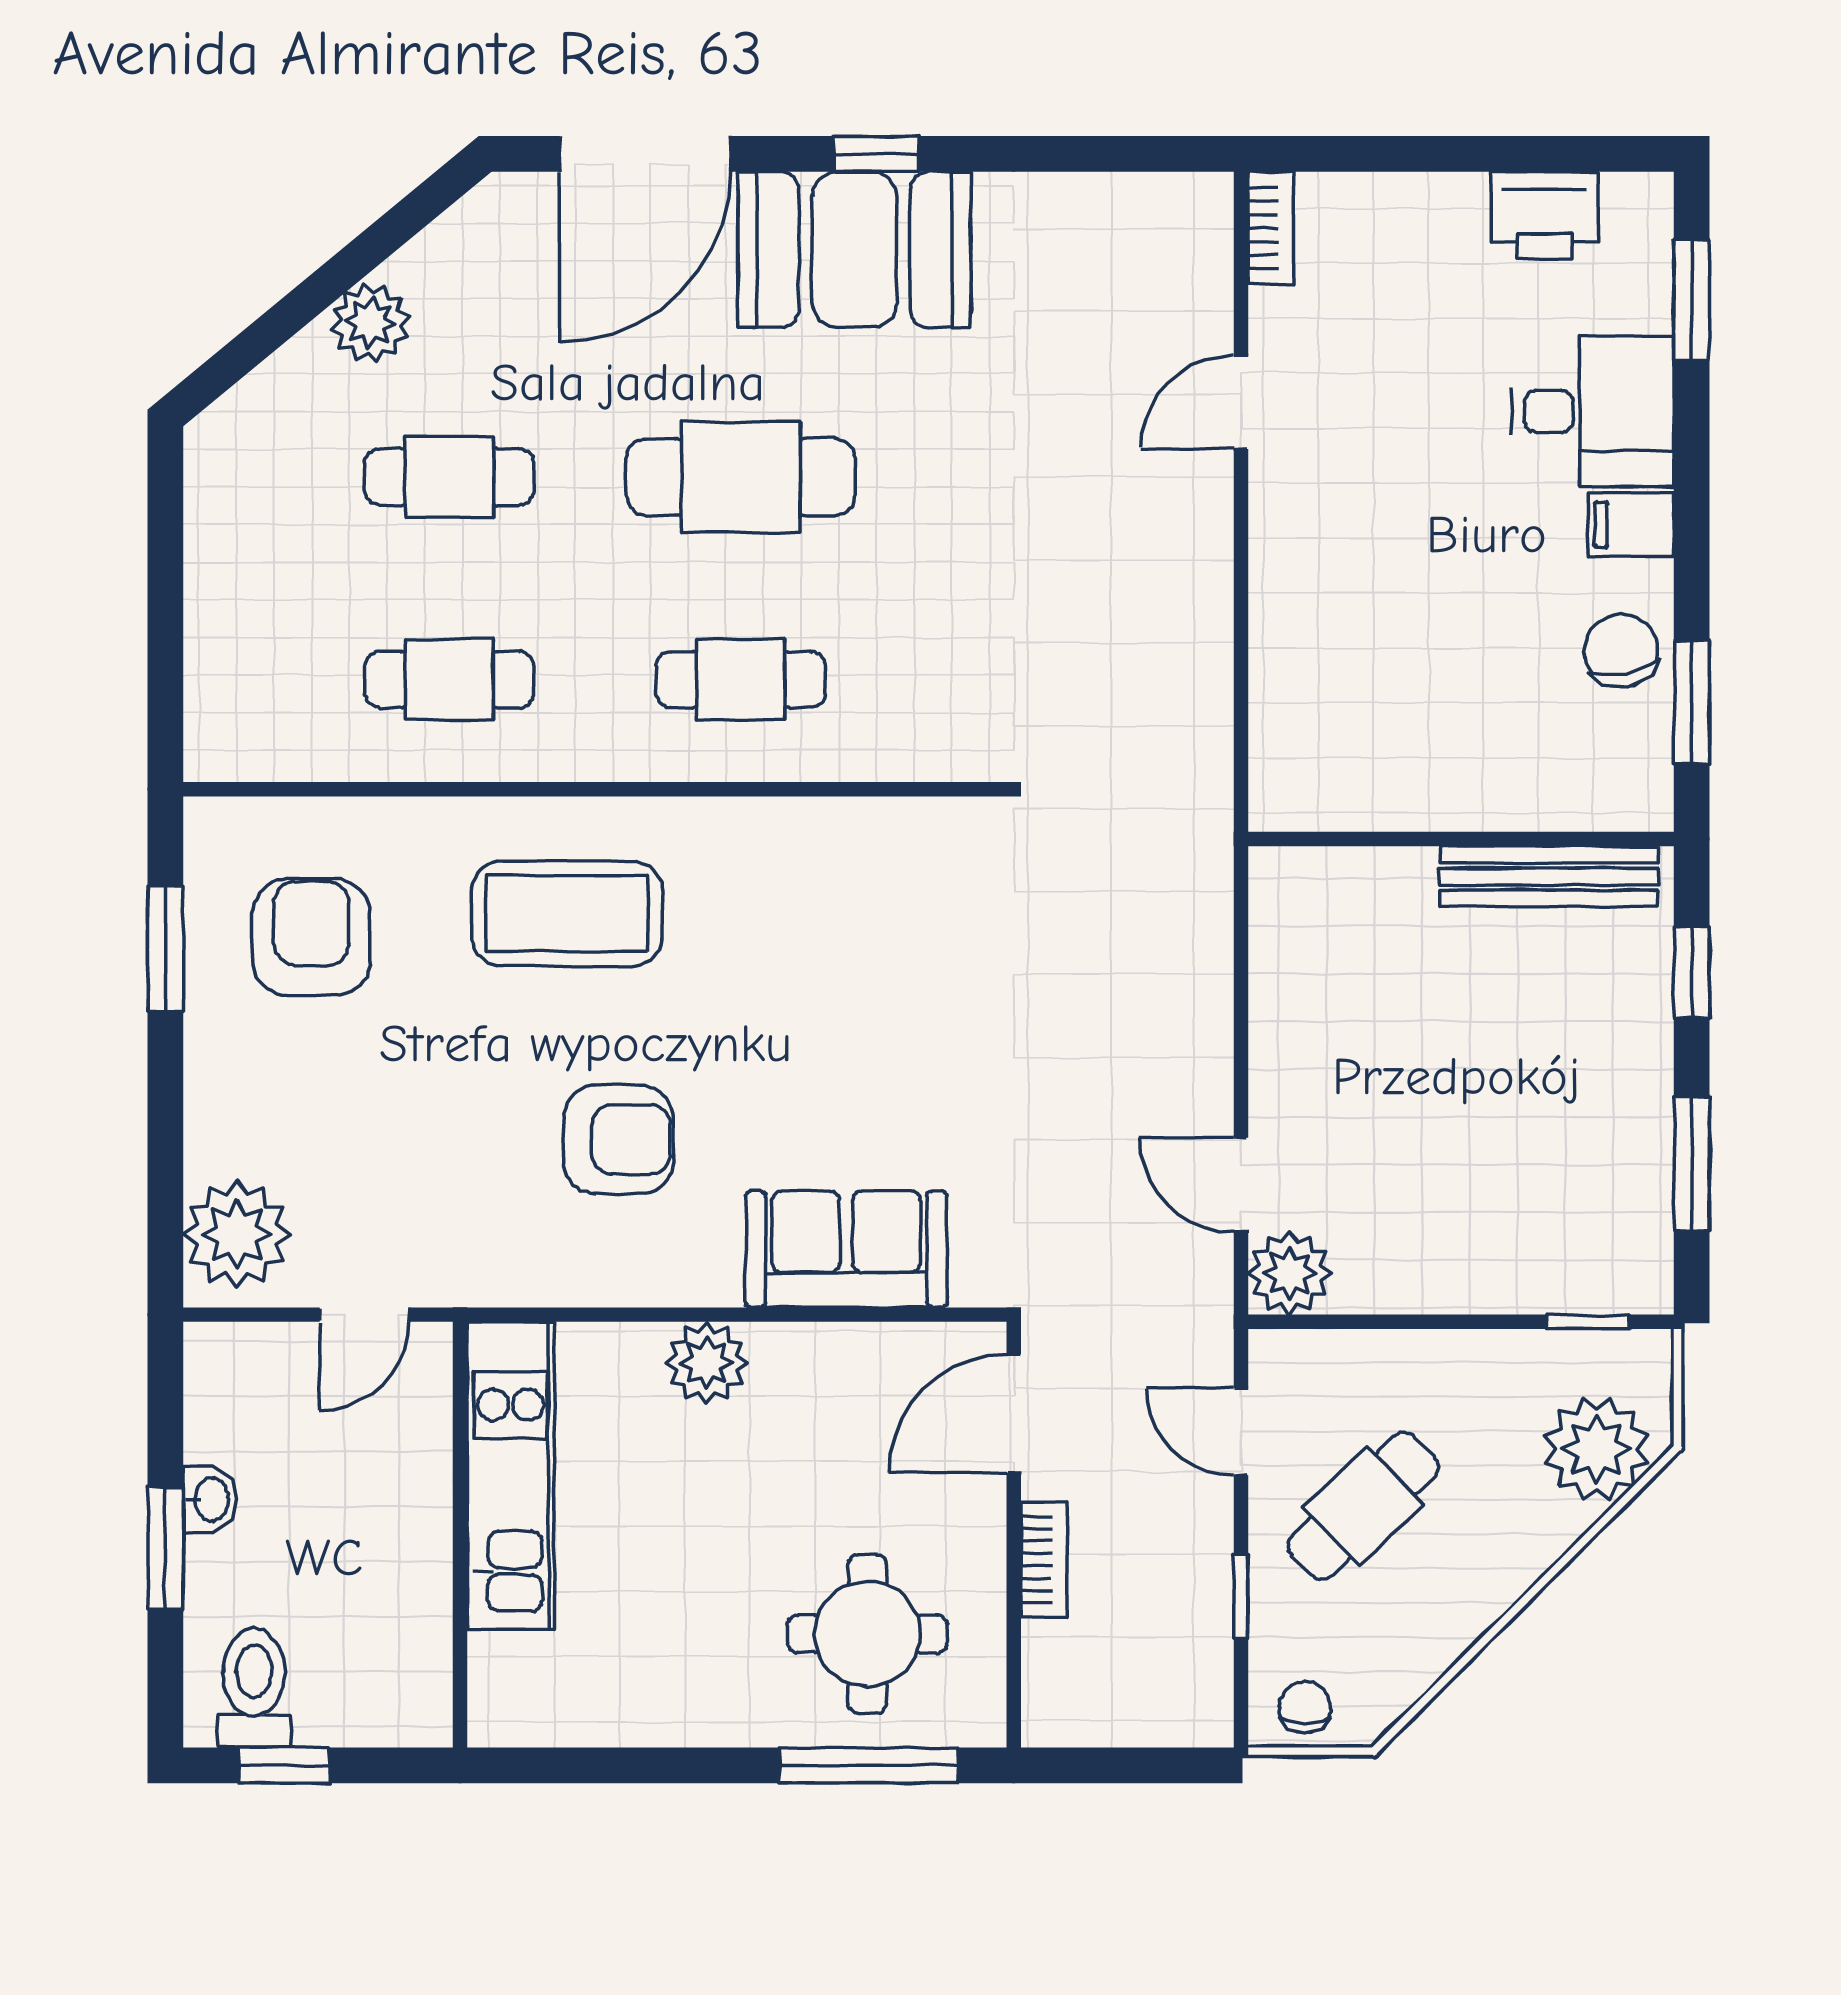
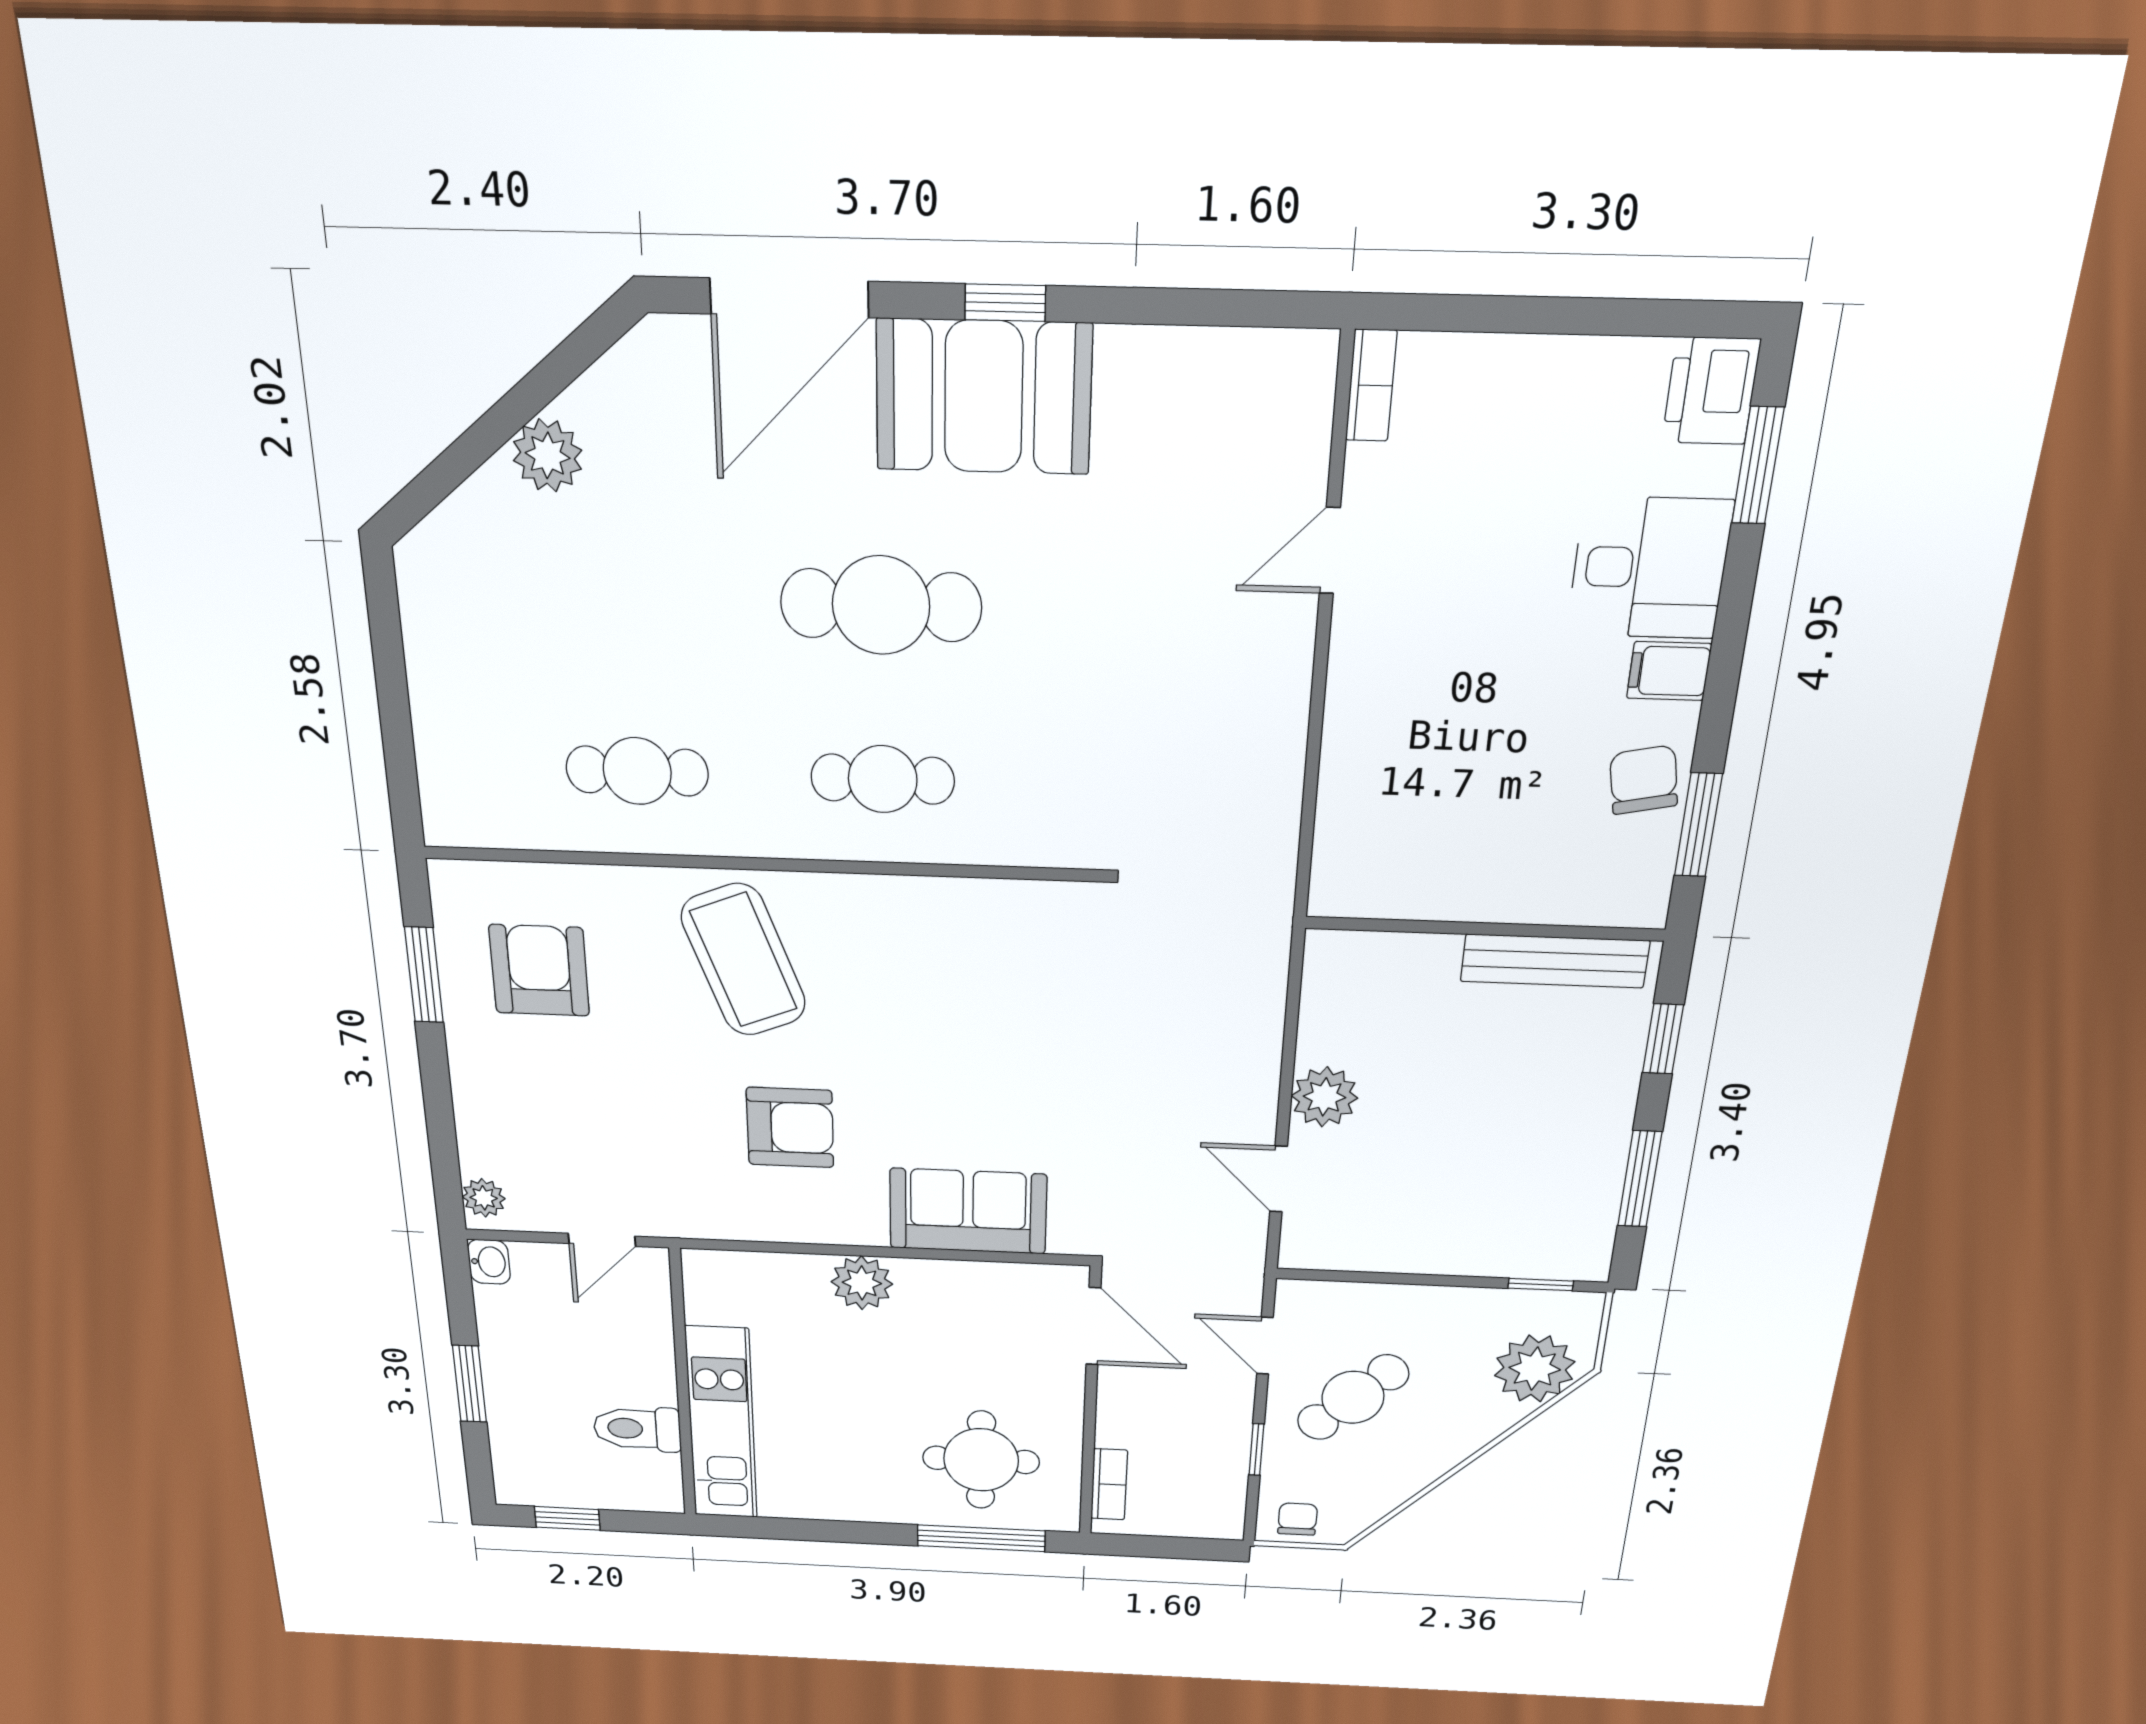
printer: (1545, 216) -> (1711, 391), moved, turned 90
cafe table: (449, 477) -> (627, 598), removed
coffee table: (567, 914) -> (743, 960), turned 69
plant: (237, 1234) -> (484, 1198), width x0.53, depth x0.53
plant: (1290, 1273) -> (1324, 1097), moved
door: (1014, 1413) -> (1093, 1326), swing flipped
kitchen unit: (511, 1476) -> (721, 1423), moved
washbasin: (210, 1499) -> (489, 1262), moved
bookcase: (1044, 1560) -> (1109, 1484), moved
toilet: (254, 1688) -> (637, 1429), moved, turned -90

